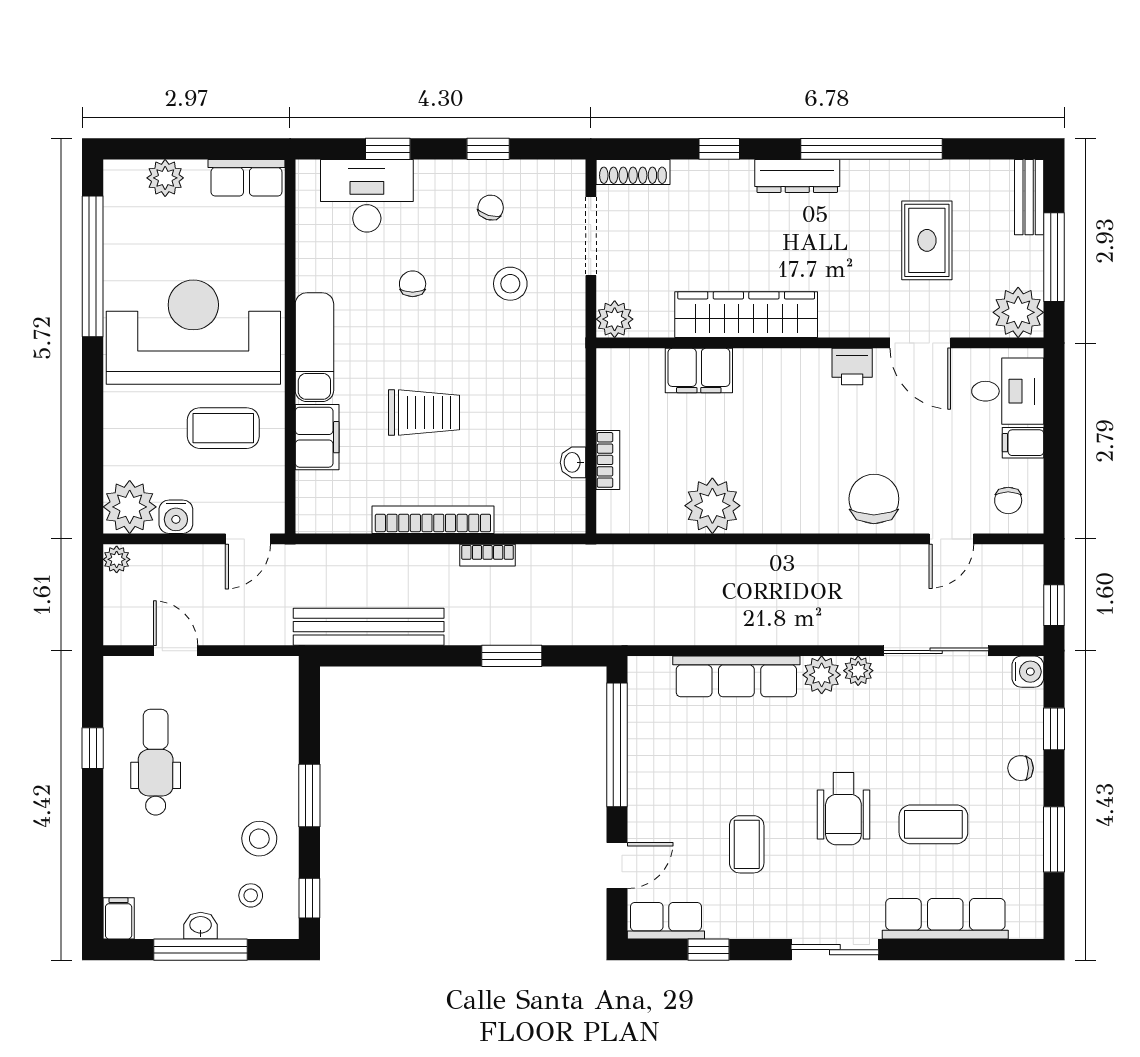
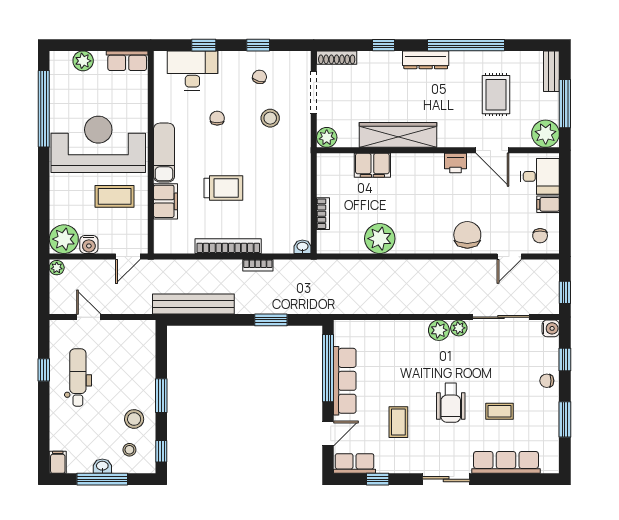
washbasin: (573, 462) -> (302, 247), moved, turned 90
row of seats: (736, 676) -> (345, 381), moved, turned -90
coffee table: (933, 824) -> (500, 411), width x0.73, depth x0.77

